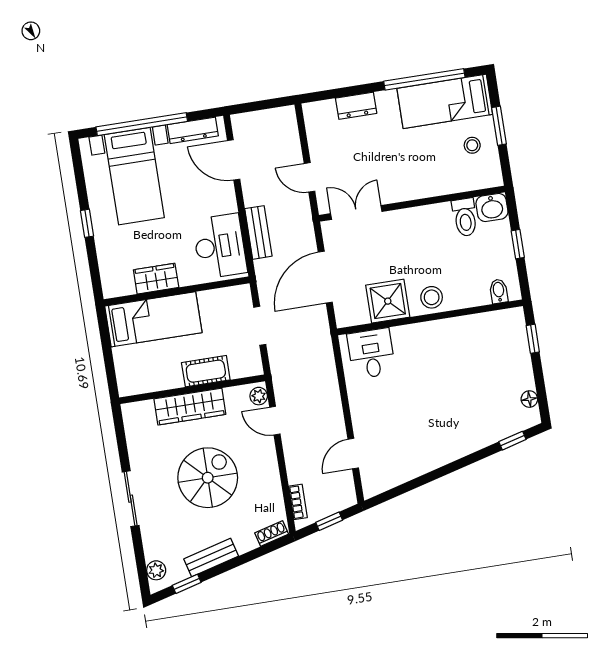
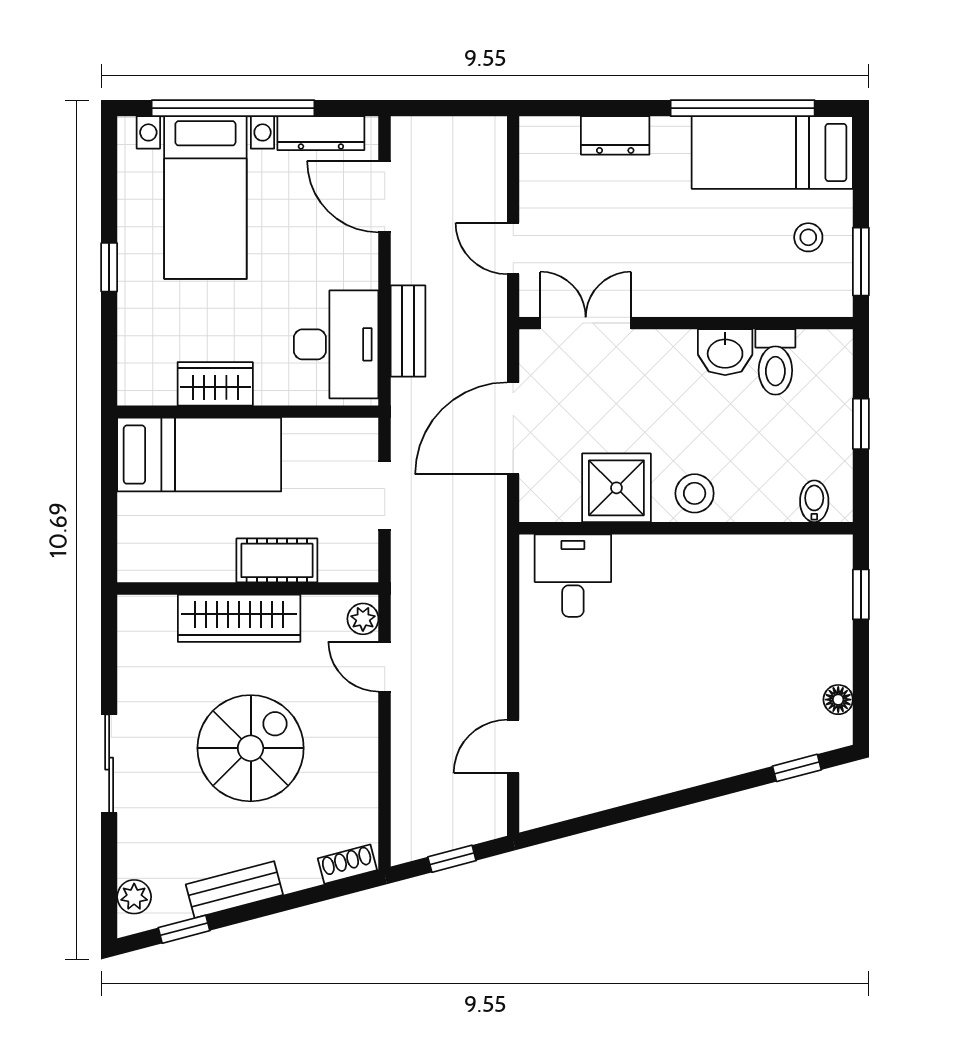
window: (499, 126) -> (861, 262), moved
washbasin: (492, 207) -> (725, 352), moved
bookcase: (298, 502) -> (403, 816), removed

